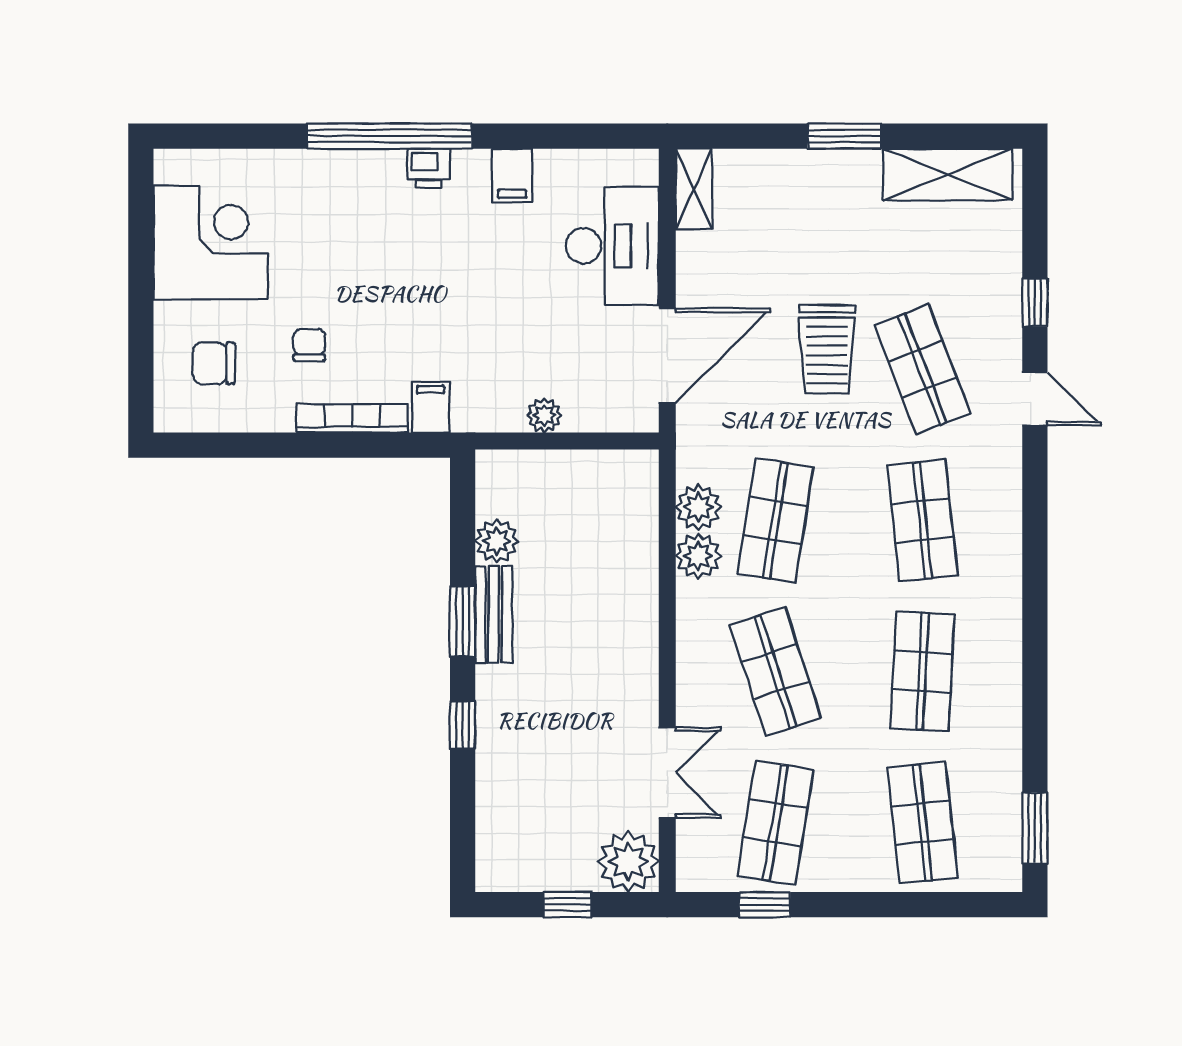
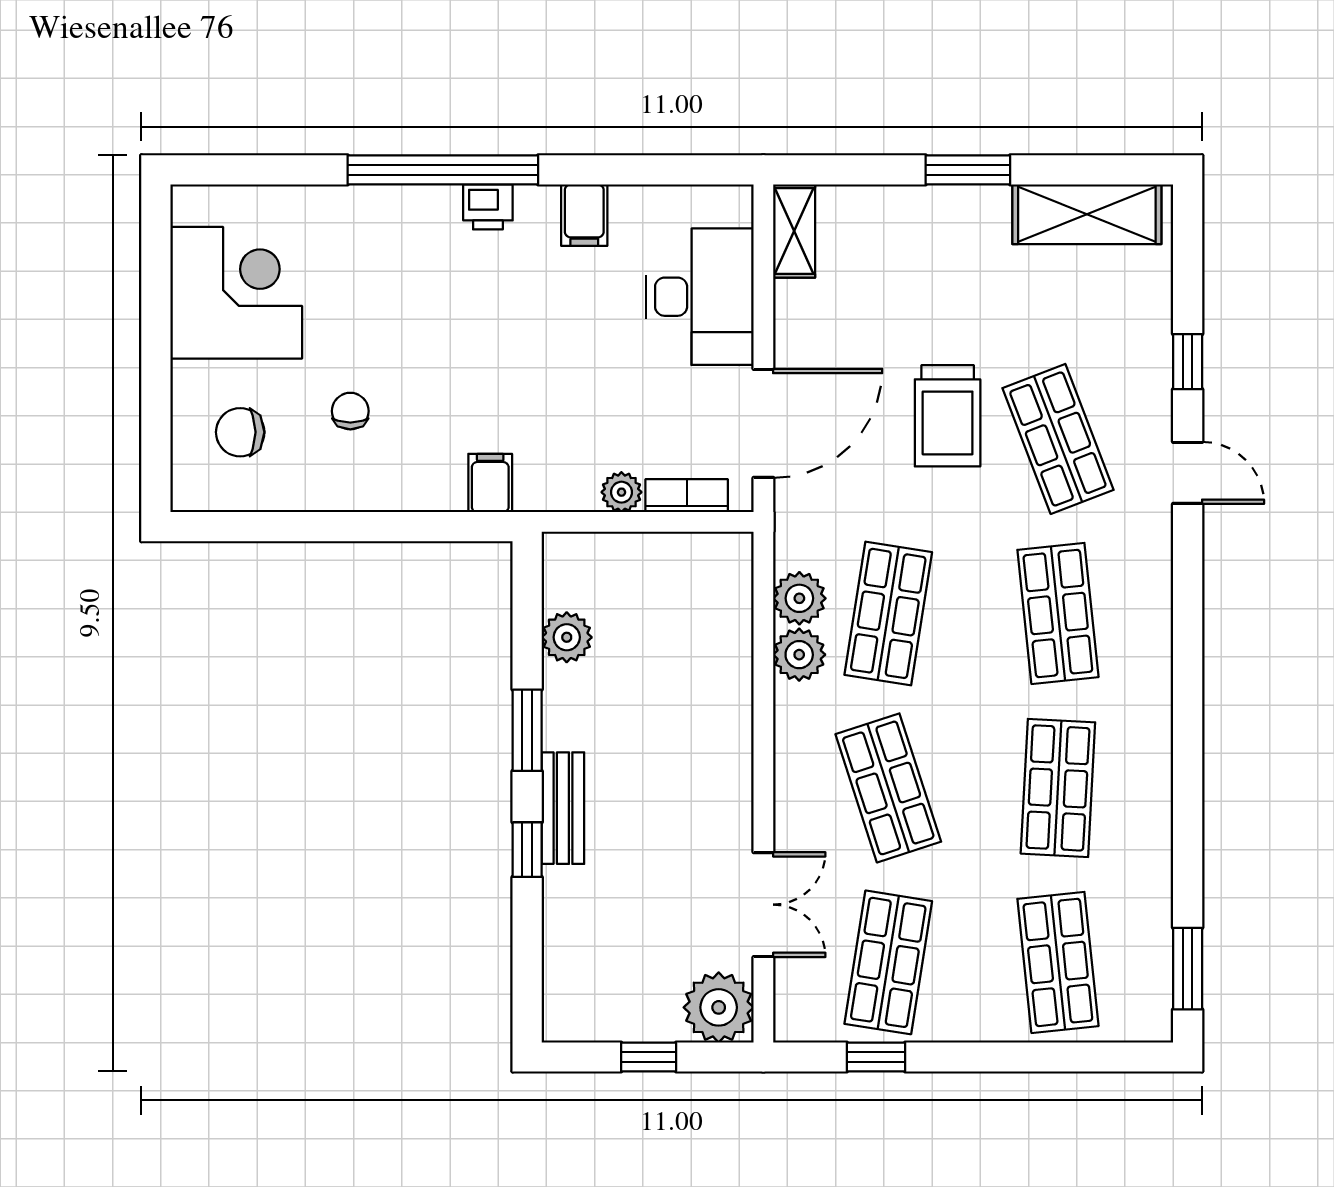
bookcase: (352, 418) -> (687, 496), moved, width x0.64
bench: (494, 614) -> (563, 808), moved

